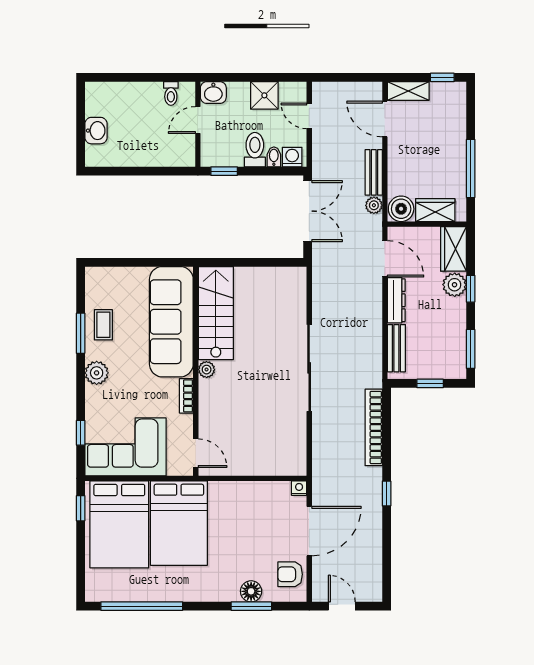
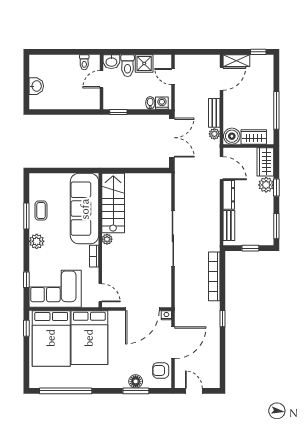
door: (385, 119) -> (221, 79), swing flipped
toilet: (255, 150) -> (128, 66), moved, turned 180
door: (261, 478) -> (142, 309), added

